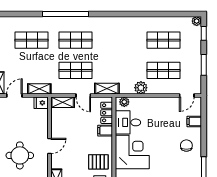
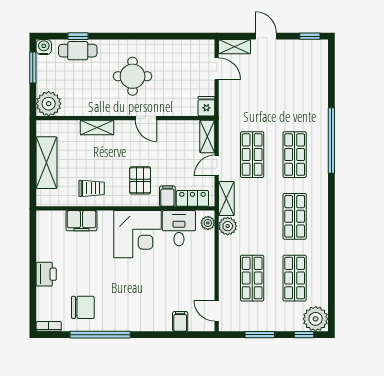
plant: (197, 21) -> (316, 319), width x1.88, depth x1.88
shop shelf: (32, 40) -> (295, 216), moved
plant: (141, 88) -> (228, 226), moved
shelving: (39, 89) -> (226, 104), removed
chair: (186, 146) -> (146, 310), removed
pallet: (98, 162) -> (140, 180), moved

